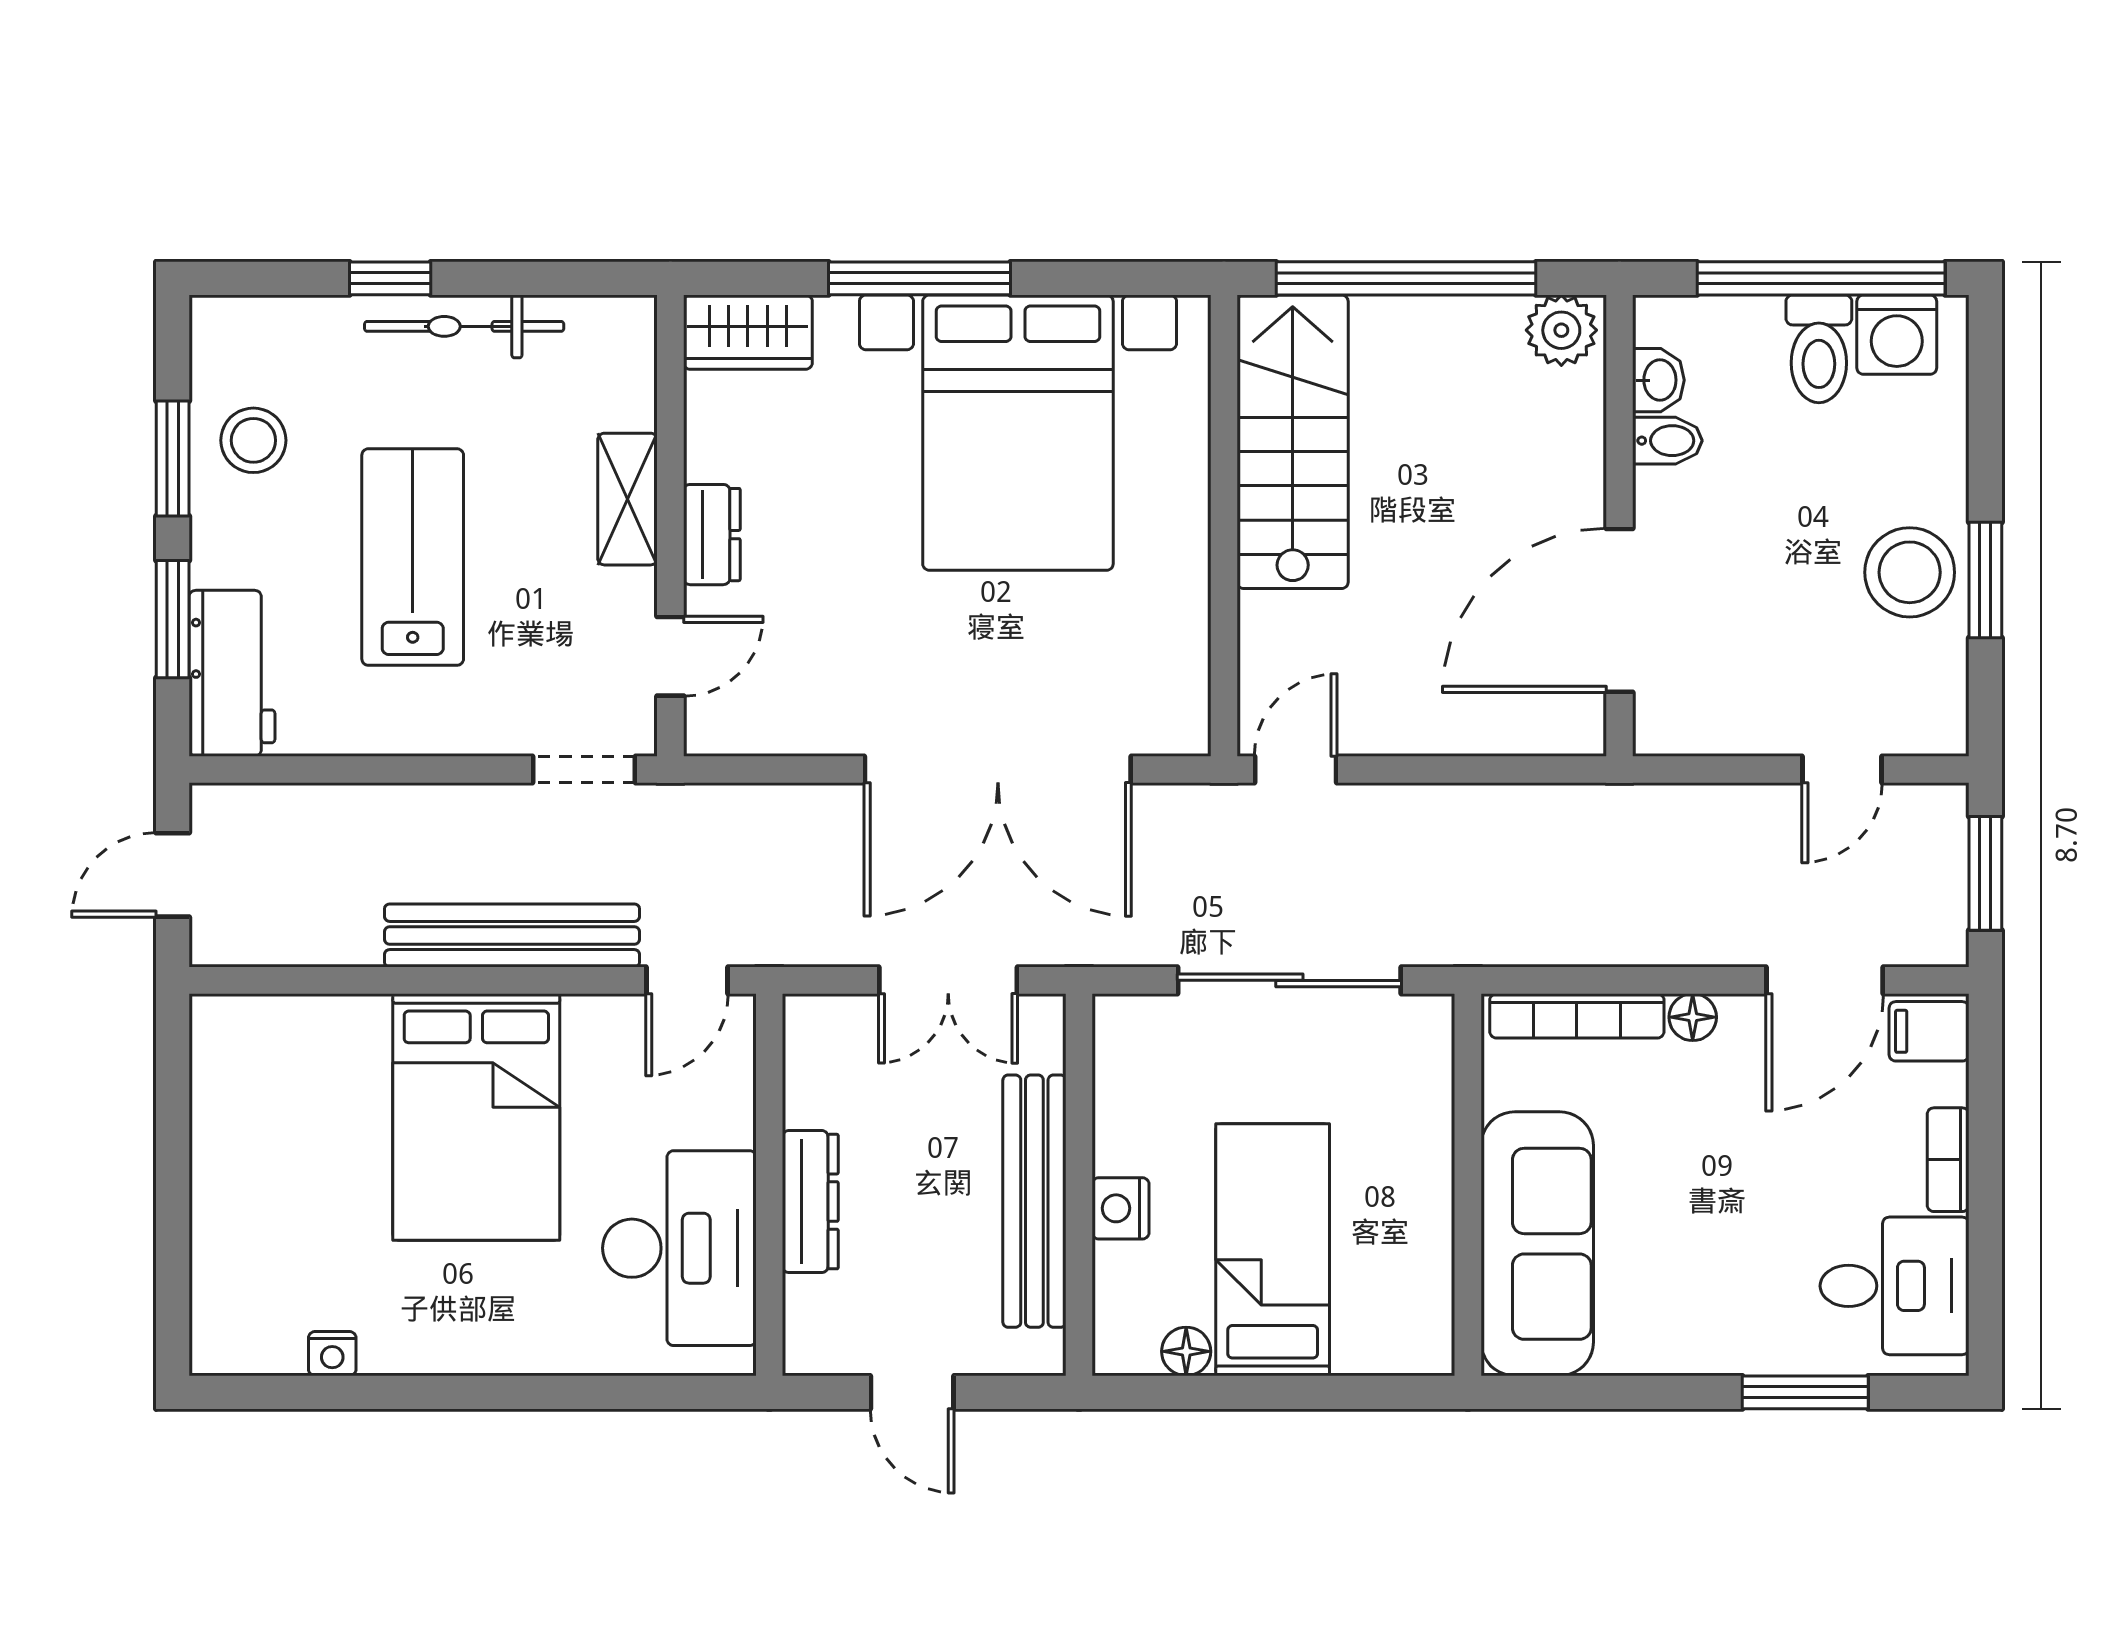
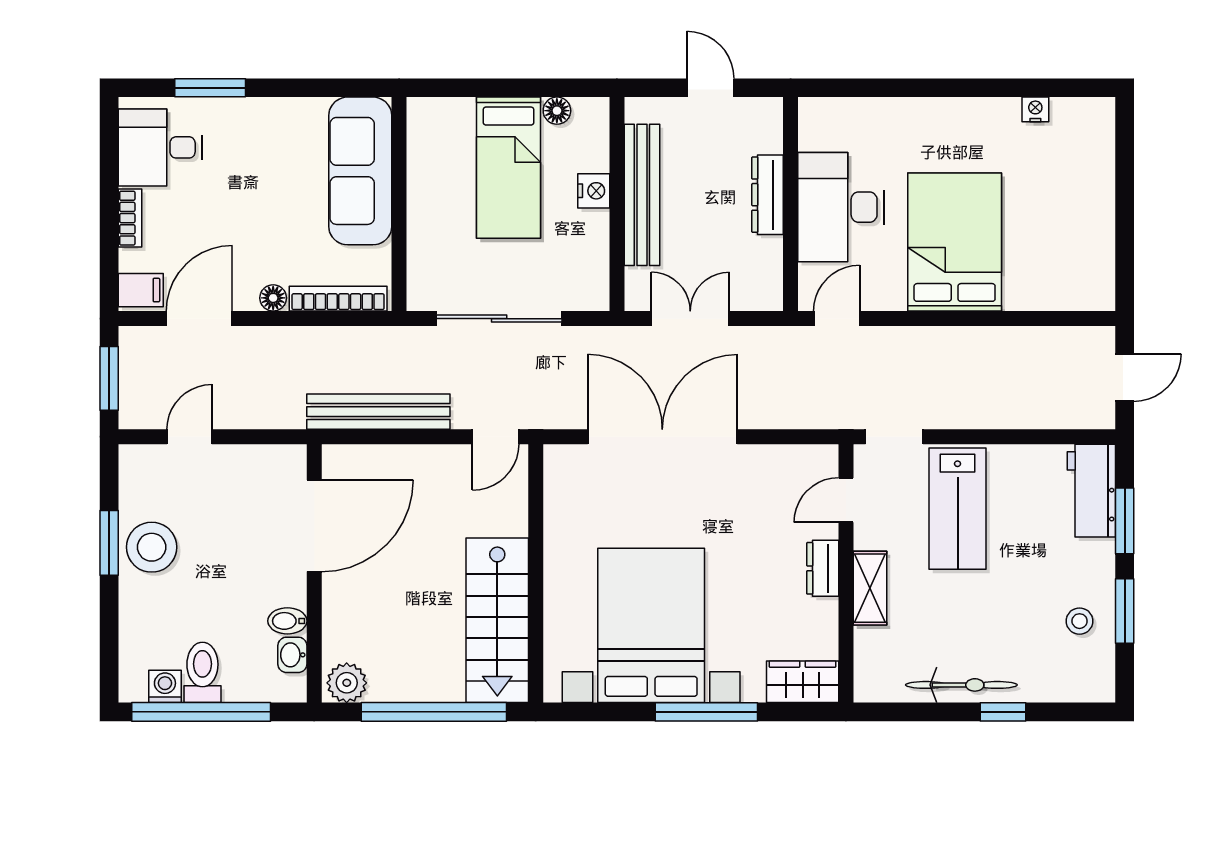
washing machine: (1897, 335) -> (165, 686), width x0.73, depth x0.73
stool: (253, 440) -> (1080, 621), width x0.73, depth x0.73
lab bench: (413, 557) -> (958, 509), moved
bench: (512, 935) -> (378, 412), moved
desk: (679, 1248) -> (841, 207), moved

